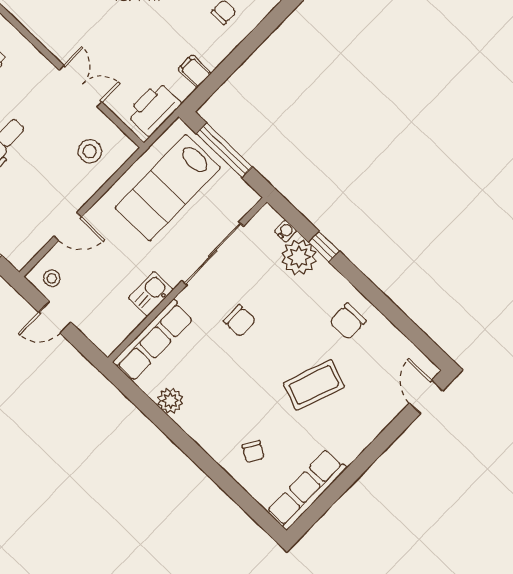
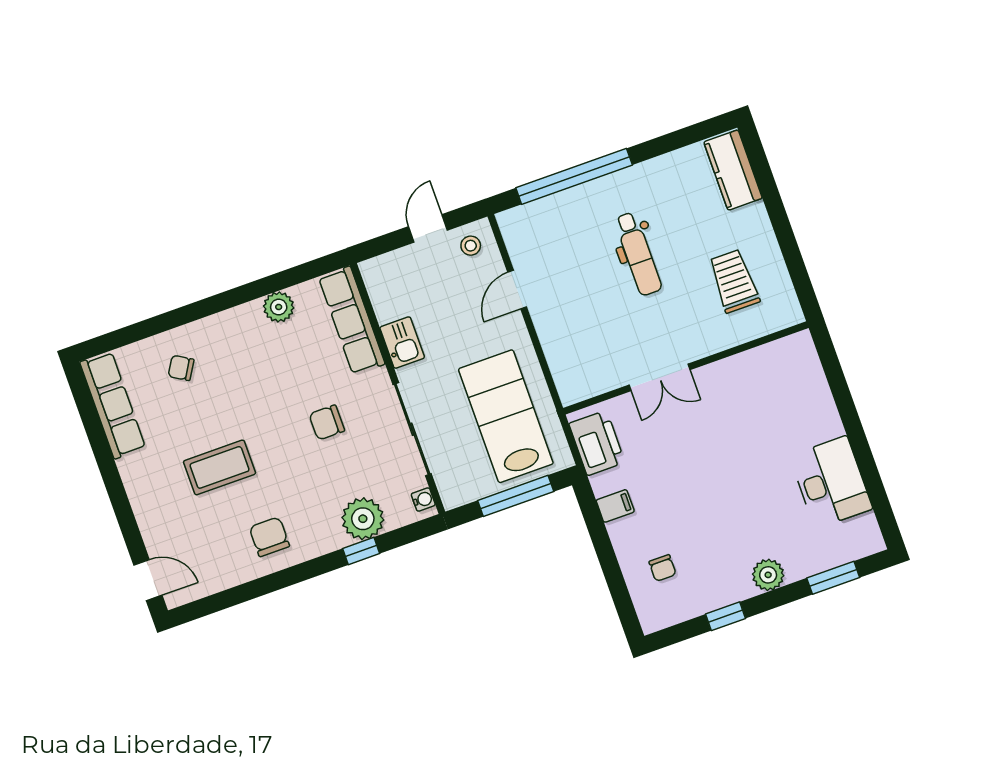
stool: (90, 151) -> (585, 353), removed
water cooler: (285, 231) -> (423, 500), moved, turned -90
coffee table: (314, 385) -> (220, 467), turned 70

